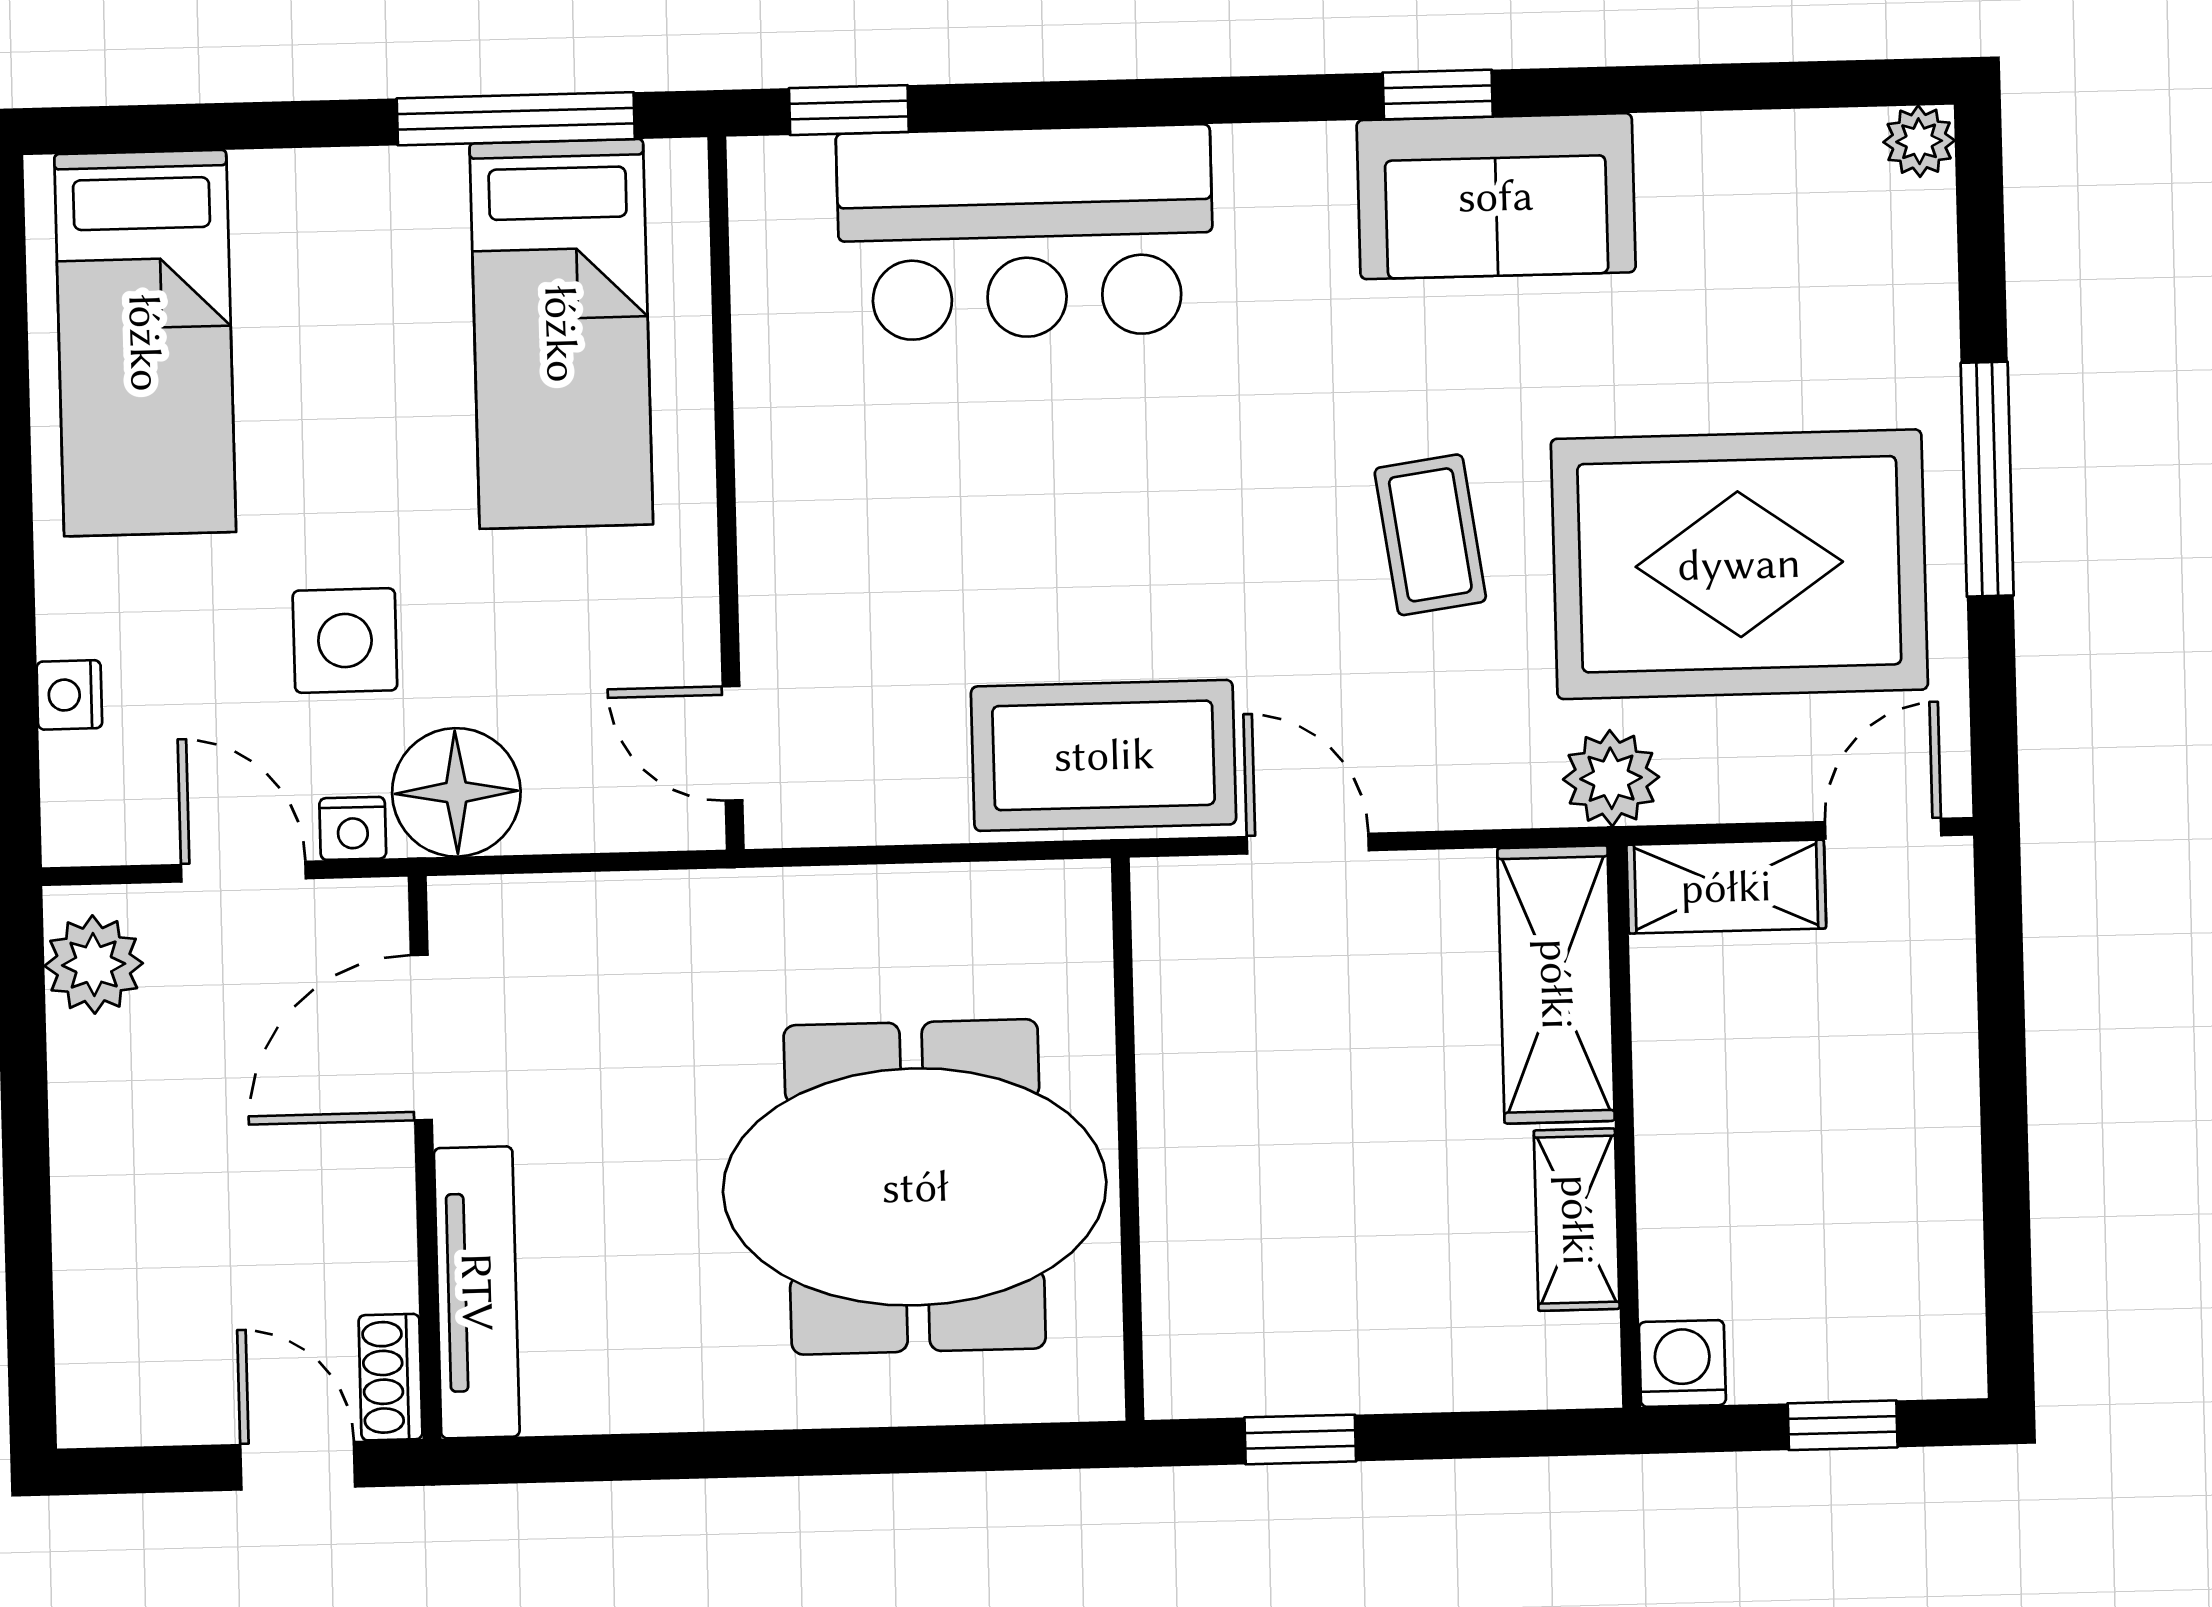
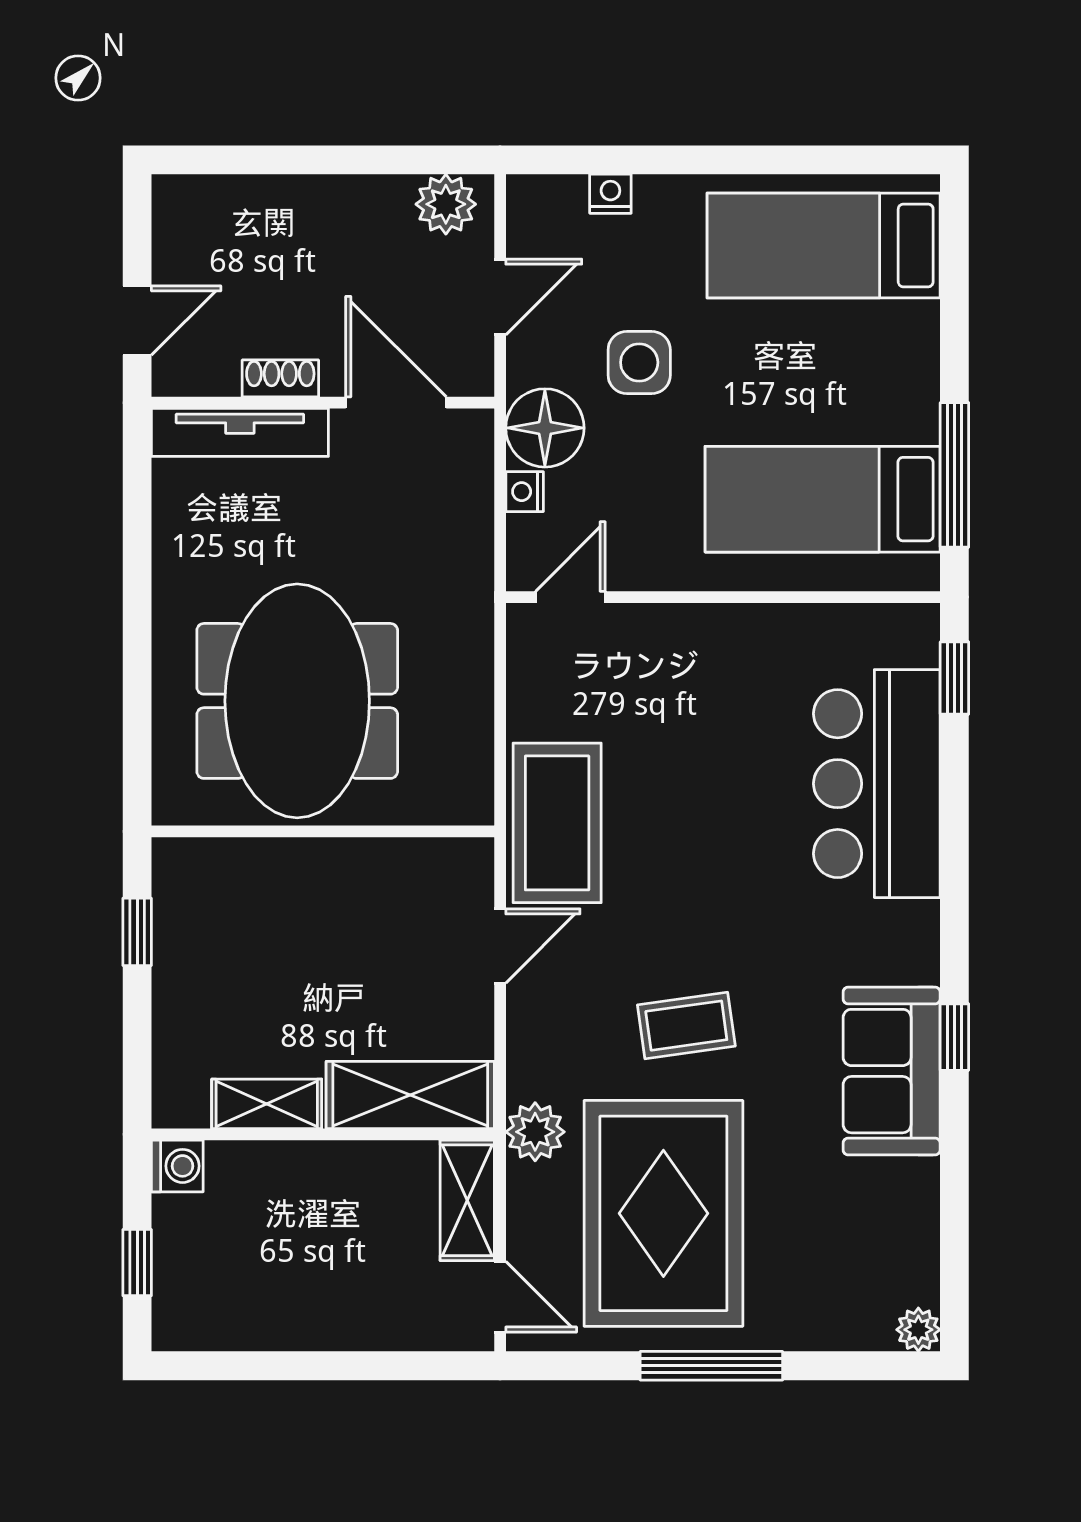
nightstand: (353, 828) -> (525, 492), moved
shoe rack: (390, 1377) -> (280, 378), moved

